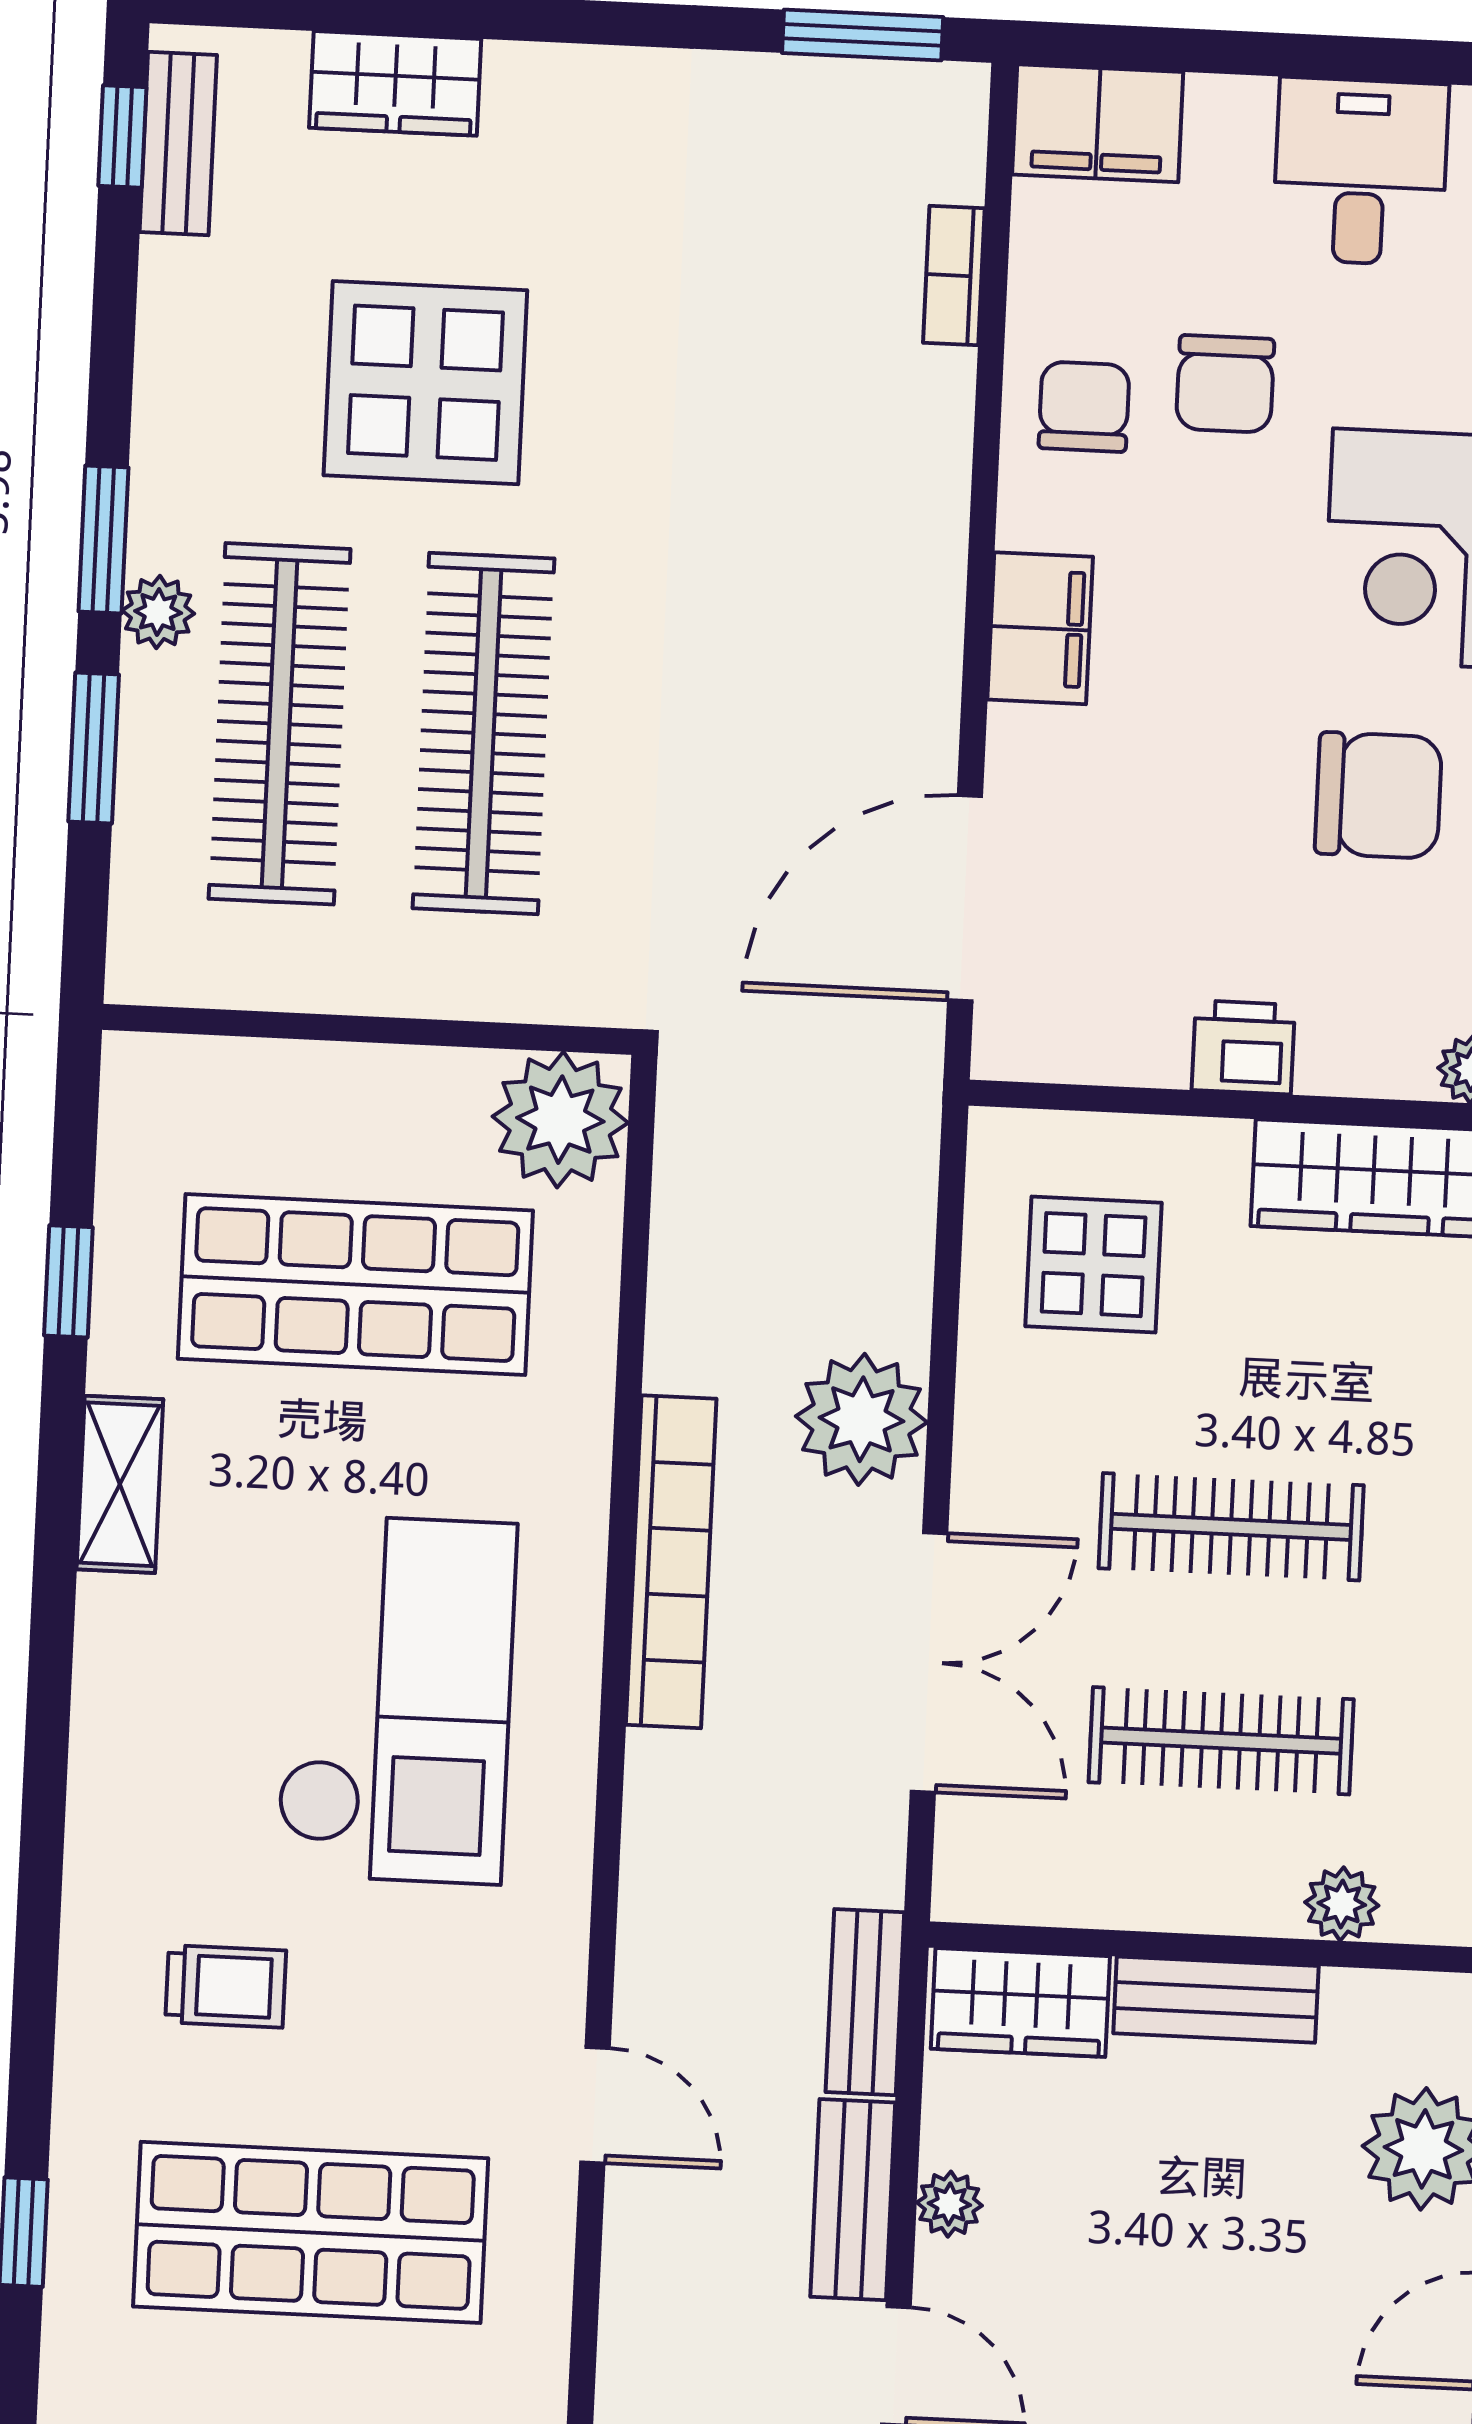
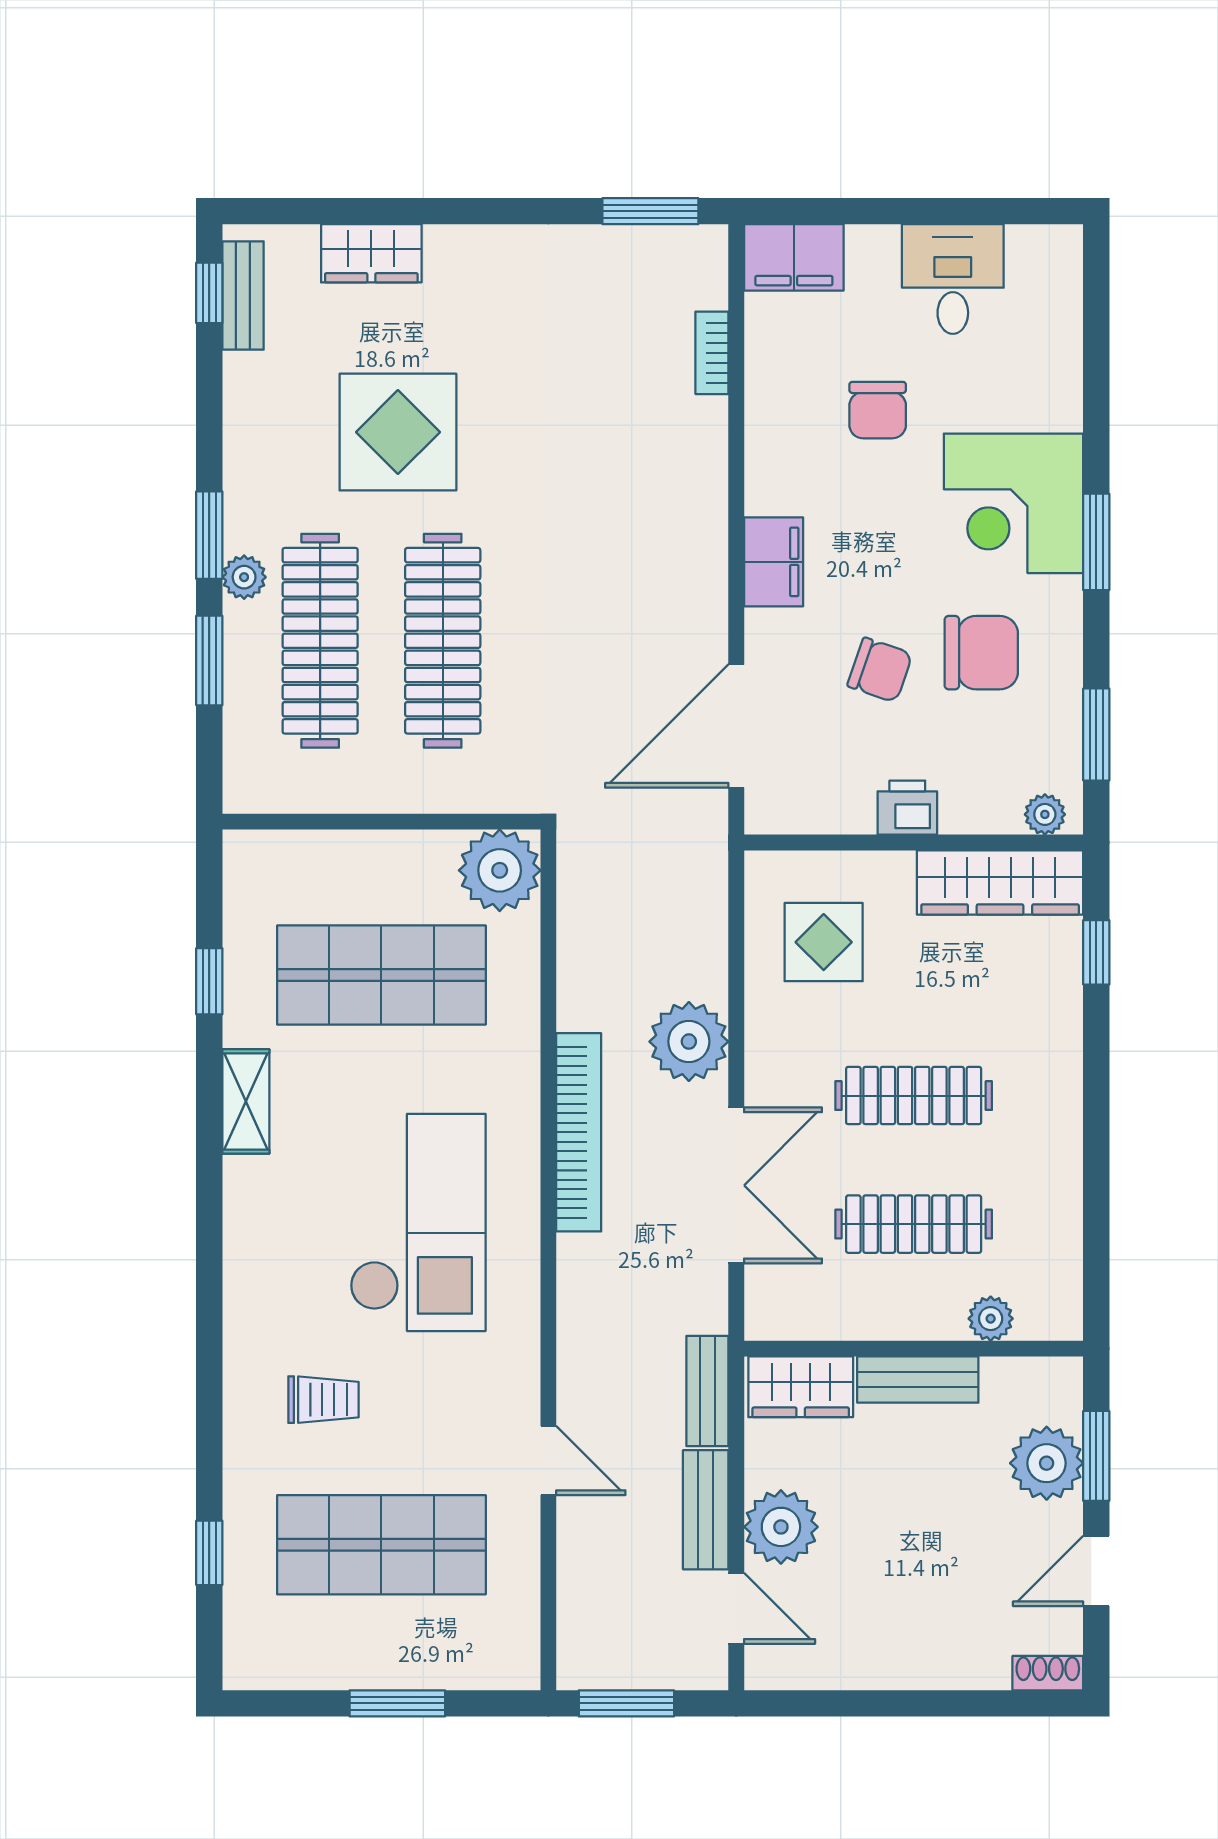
chair: (1084, 407) -> (880, 670), moved, turned 109
plant: (949, 2204) -> (781, 1527), width x1.87, depth x1.87

